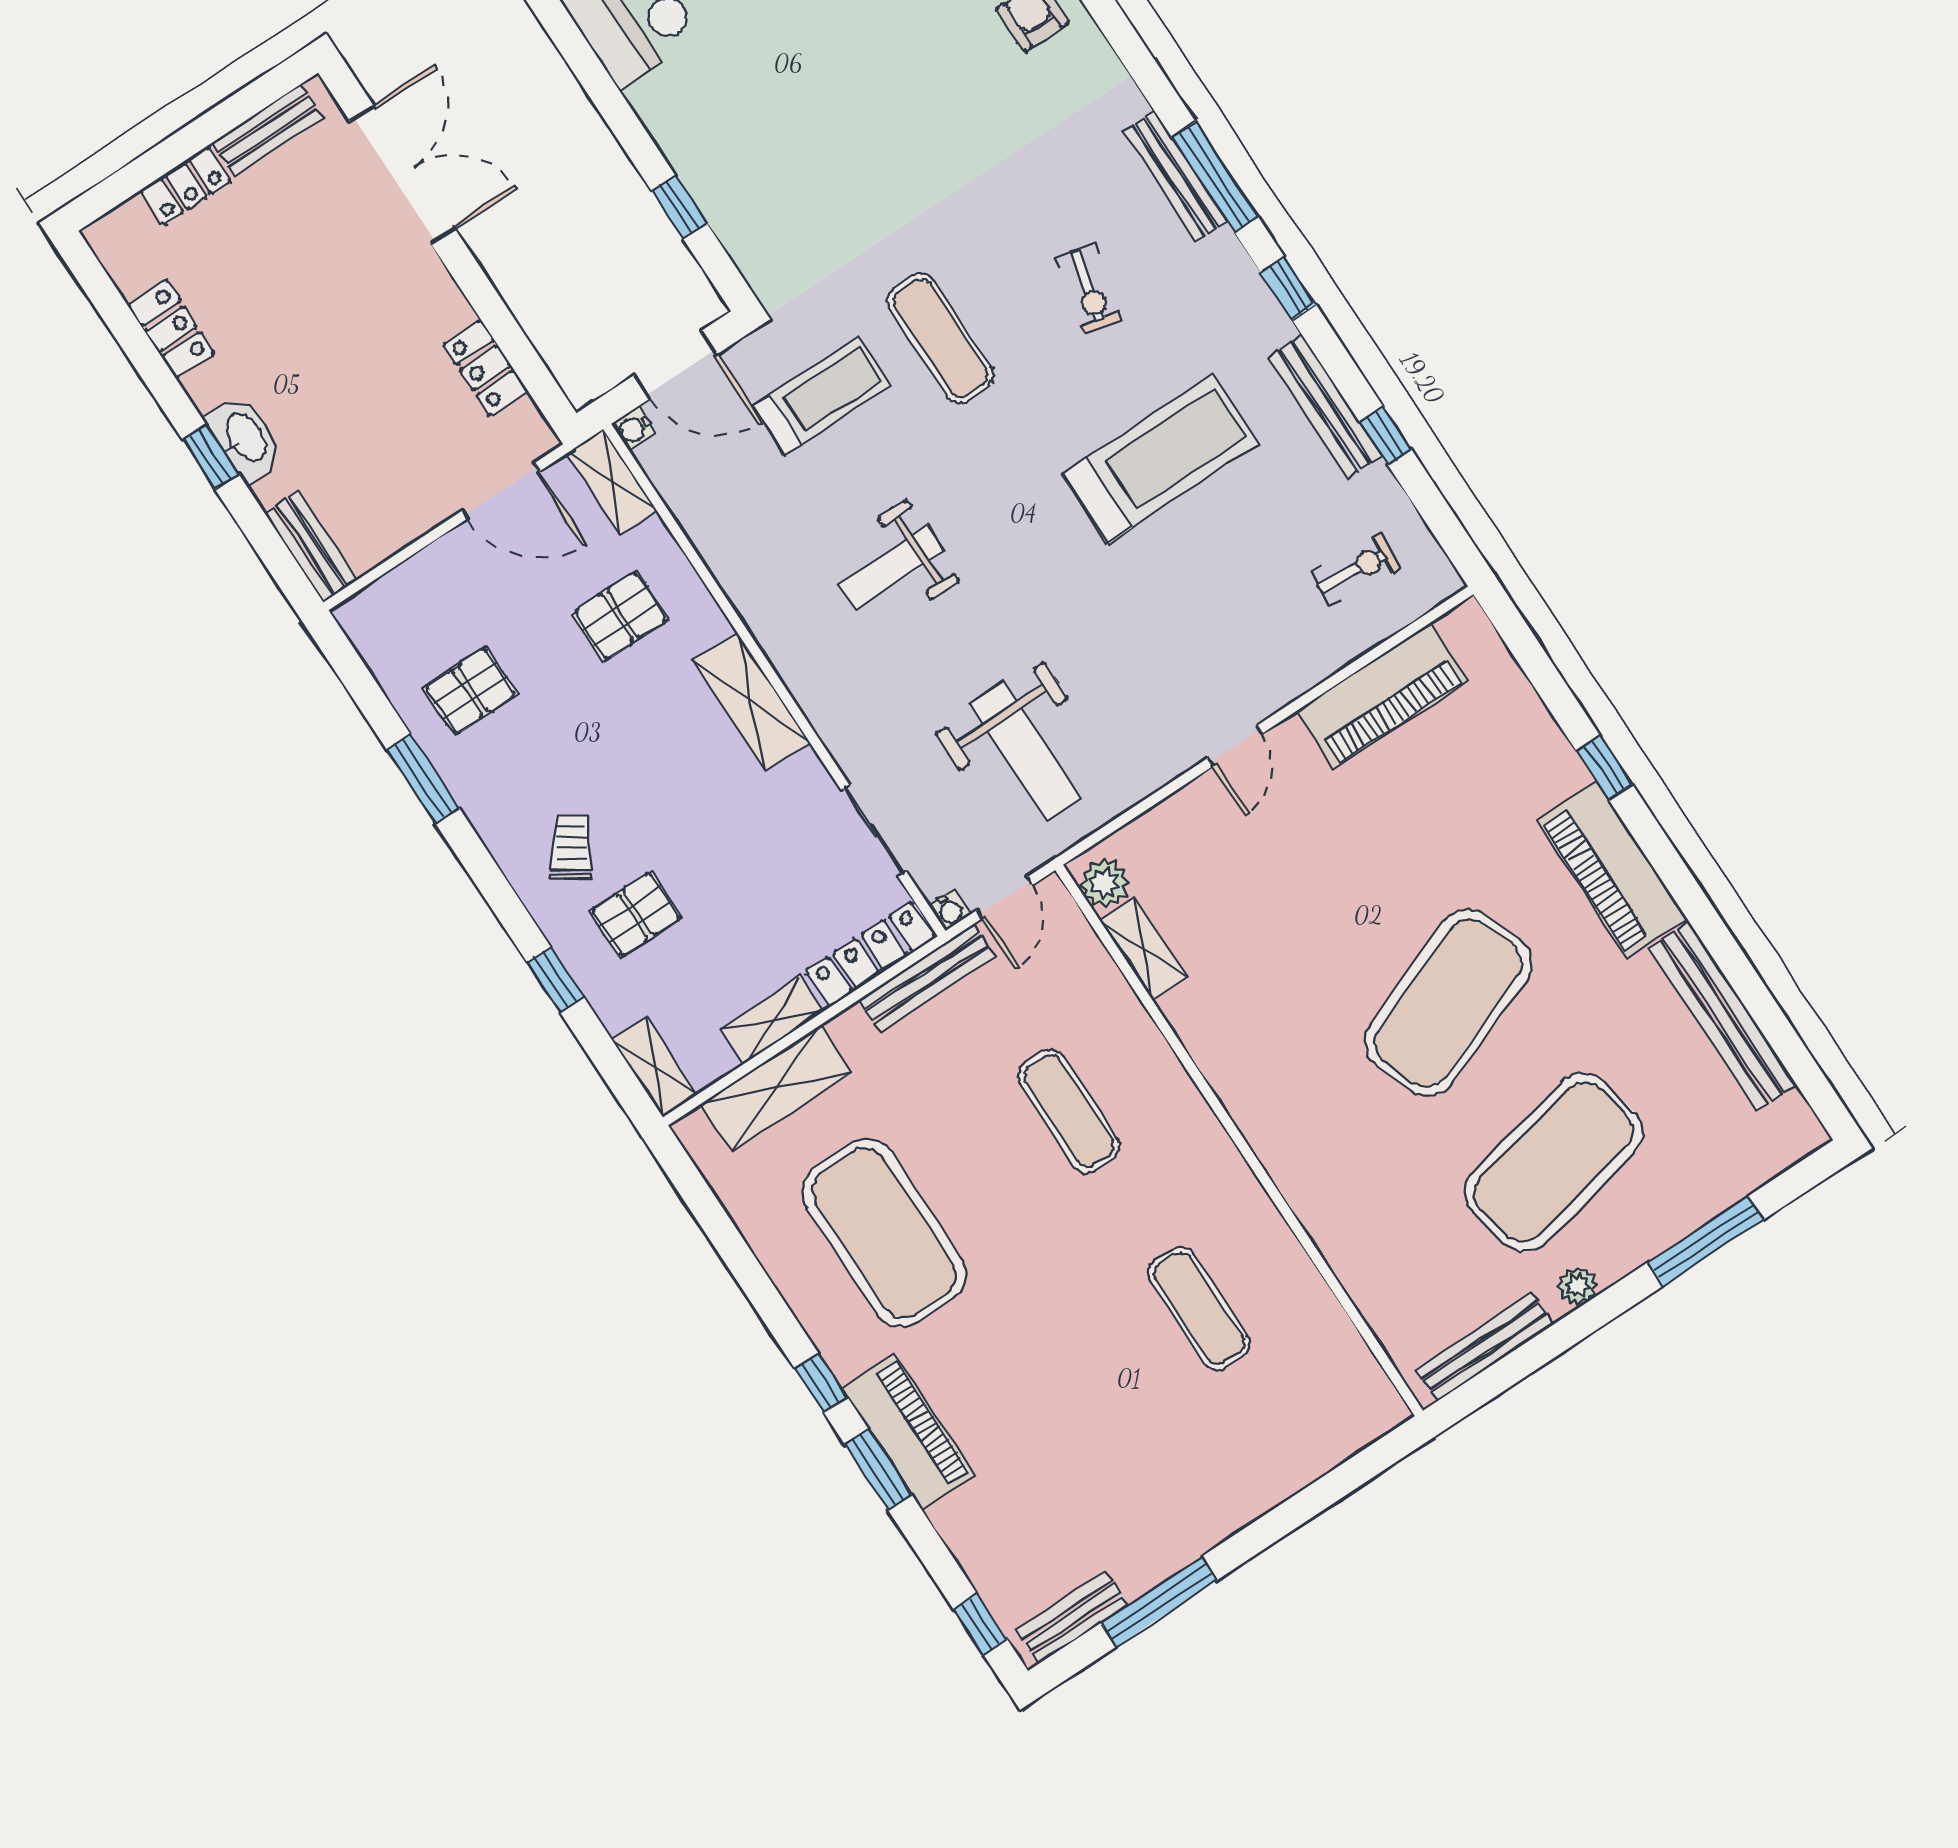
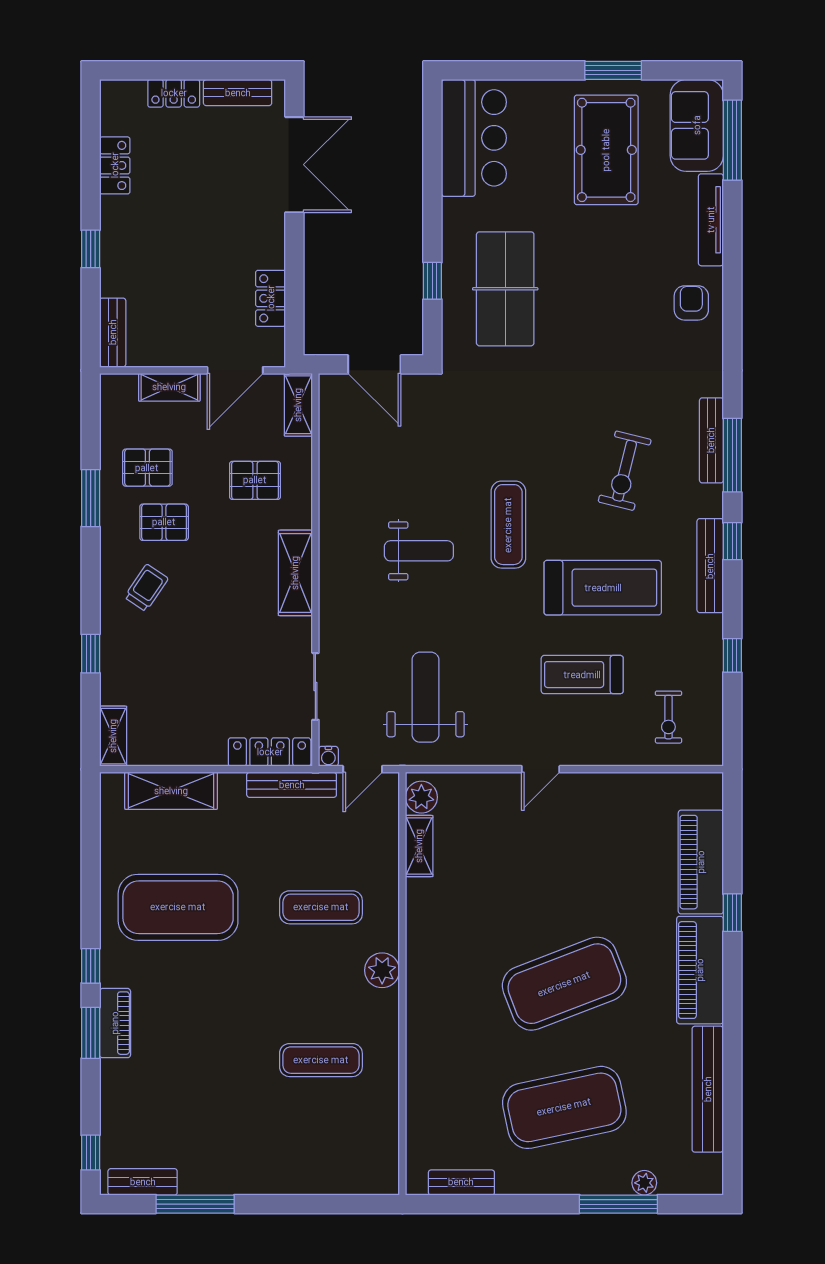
table tennis table: (780, 156) -> (505, 289), added
exercise bike: (1089, 289) -> (625, 471), width x1.38, depth x1.39
exercise mat: (940, 338) -> (508, 525), moved
treadmill: (822, 396) -> (582, 675), moved, turned 180
bench: (1325, 406) -> (710, 566), moved
water cooler: (634, 429) -> (329, 384), removed
washbasin: (245, 438) -> (116, 251), removed
door: (501, 491) -> (235, 370), hinge flipped
weight bench: (892, 567) -> (419, 551), turned 180
exercise bike: (1356, 570) -> (668, 717), turned 85
piano: (1382, 696) -> (701, 862), moved, turned 90
weight bench: (1025, 751) -> (426, 697), turned 180
pallet: (635, 915) -> (164, 522), moved
shelving: (772, 1020) -> (169, 387), moved
exercise mat: (1069, 1111) -> (321, 907), turned 90
plant: (1201, 1140) -> (382, 970), added
exercise mat: (884, 1233) -> (178, 907), turned 90
plant: (1578, 1286) -> (644, 1183), moved
exercise mat: (1199, 1308) -> (321, 1060), turned 90
bench: (1484, 1347) -> (461, 1182), width x0.73
piano: (908, 1432) -> (115, 1023), width x0.73, depth x0.75

